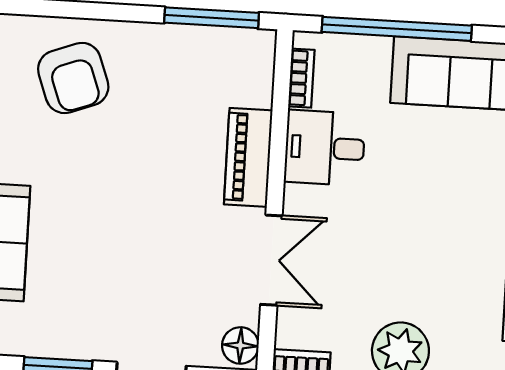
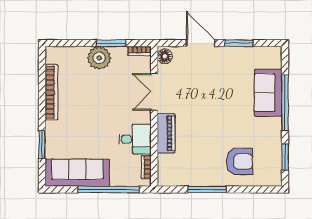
window: (212, 18) -> (207, 189), moved
armchair: (73, 78) -> (240, 162), turned 110

